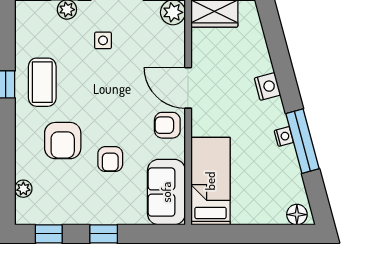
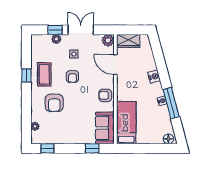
door: (188, 88) -> (115, 65), moved
armchair: (110, 159) -> (73, 77), moved
window: (104, 234) -> (92, 148), moved

